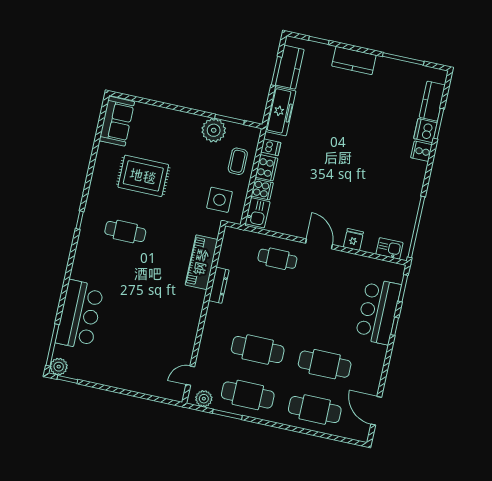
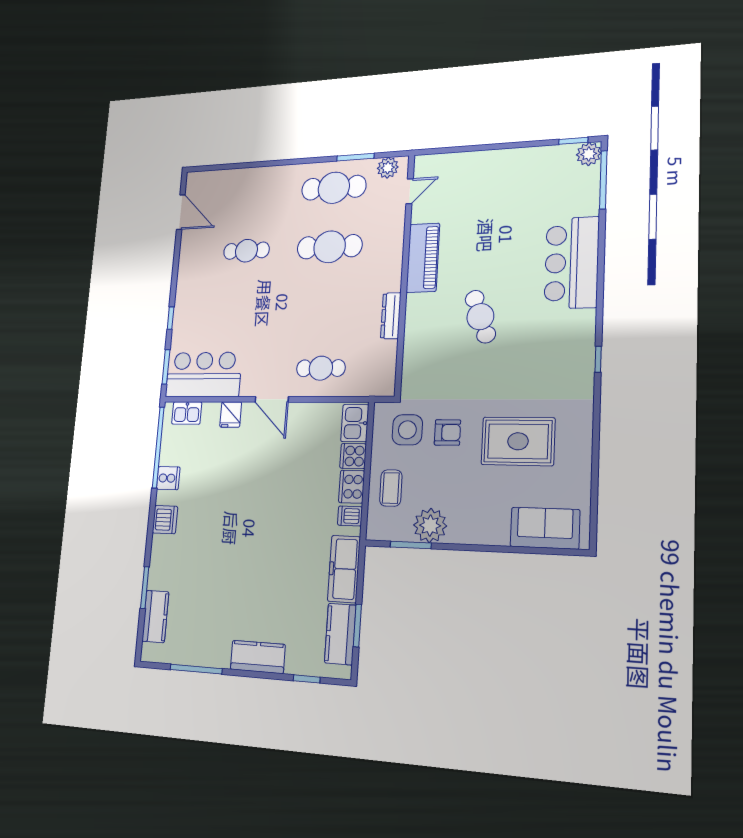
sofa: (117, 121) -> (545, 528), moved, turned 90
dishwasher: (425, 131) -> (165, 520), moved
cooker: (421, 151) -> (168, 478), moved
armchair: (191, 192) -> (447, 432), added
cafe table: (125, 232) -> (480, 317), moved, turned 70
piano: (201, 262) -> (423, 258), moved
bar counter: (378, 311) -> (203, 375), moved, turned -90
bar counter: (80, 315) -> (572, 263), moved
cafe table: (325, 364) -> (246, 251), width x0.73, depth x0.74
cafe table: (315, 410) -> (251, 193), removed

